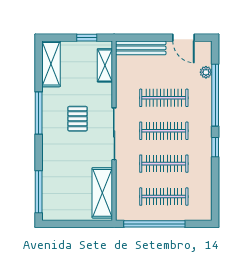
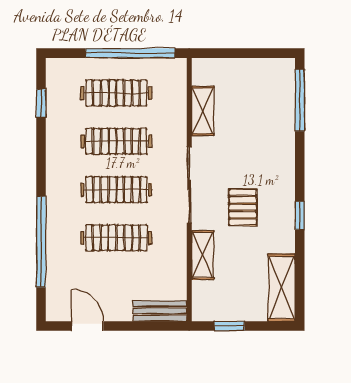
bench: (141, 48) -> (160, 311), width x0.73
shelving: (105, 65) -> (203, 255), moved
plant: (206, 72) -> (55, 275), removed
window: (39, 113) -> (300, 216), width x0.46
window: (215, 147) -> (41, 103), moved
shelving: (102, 193) -> (203, 111), width x0.67, depth x0.75

